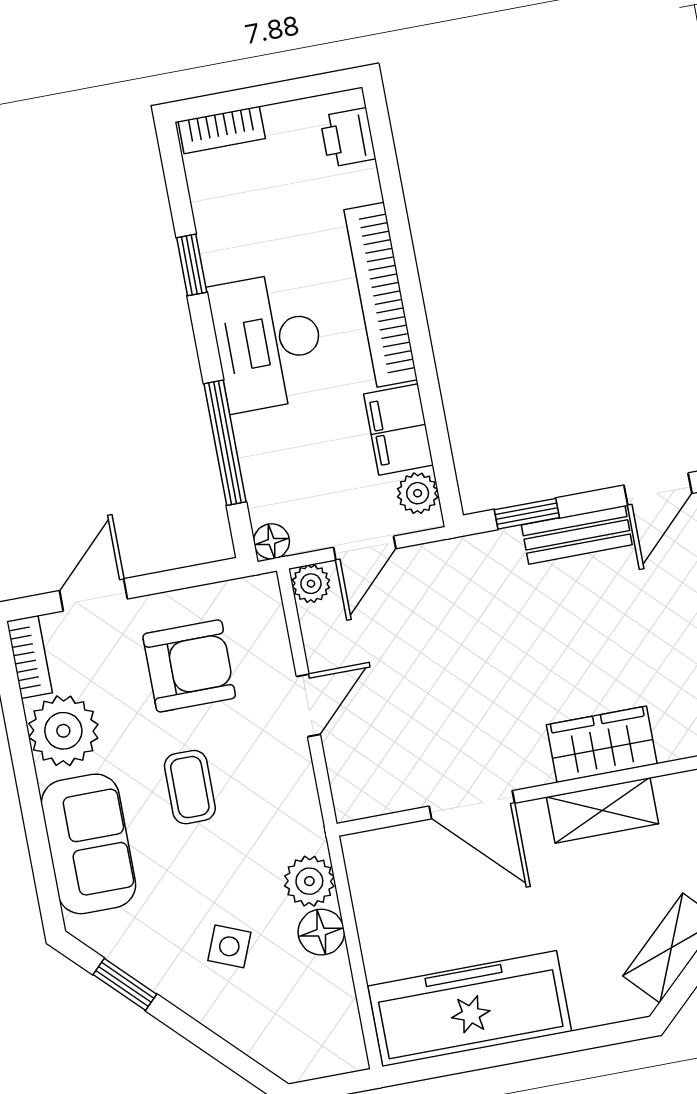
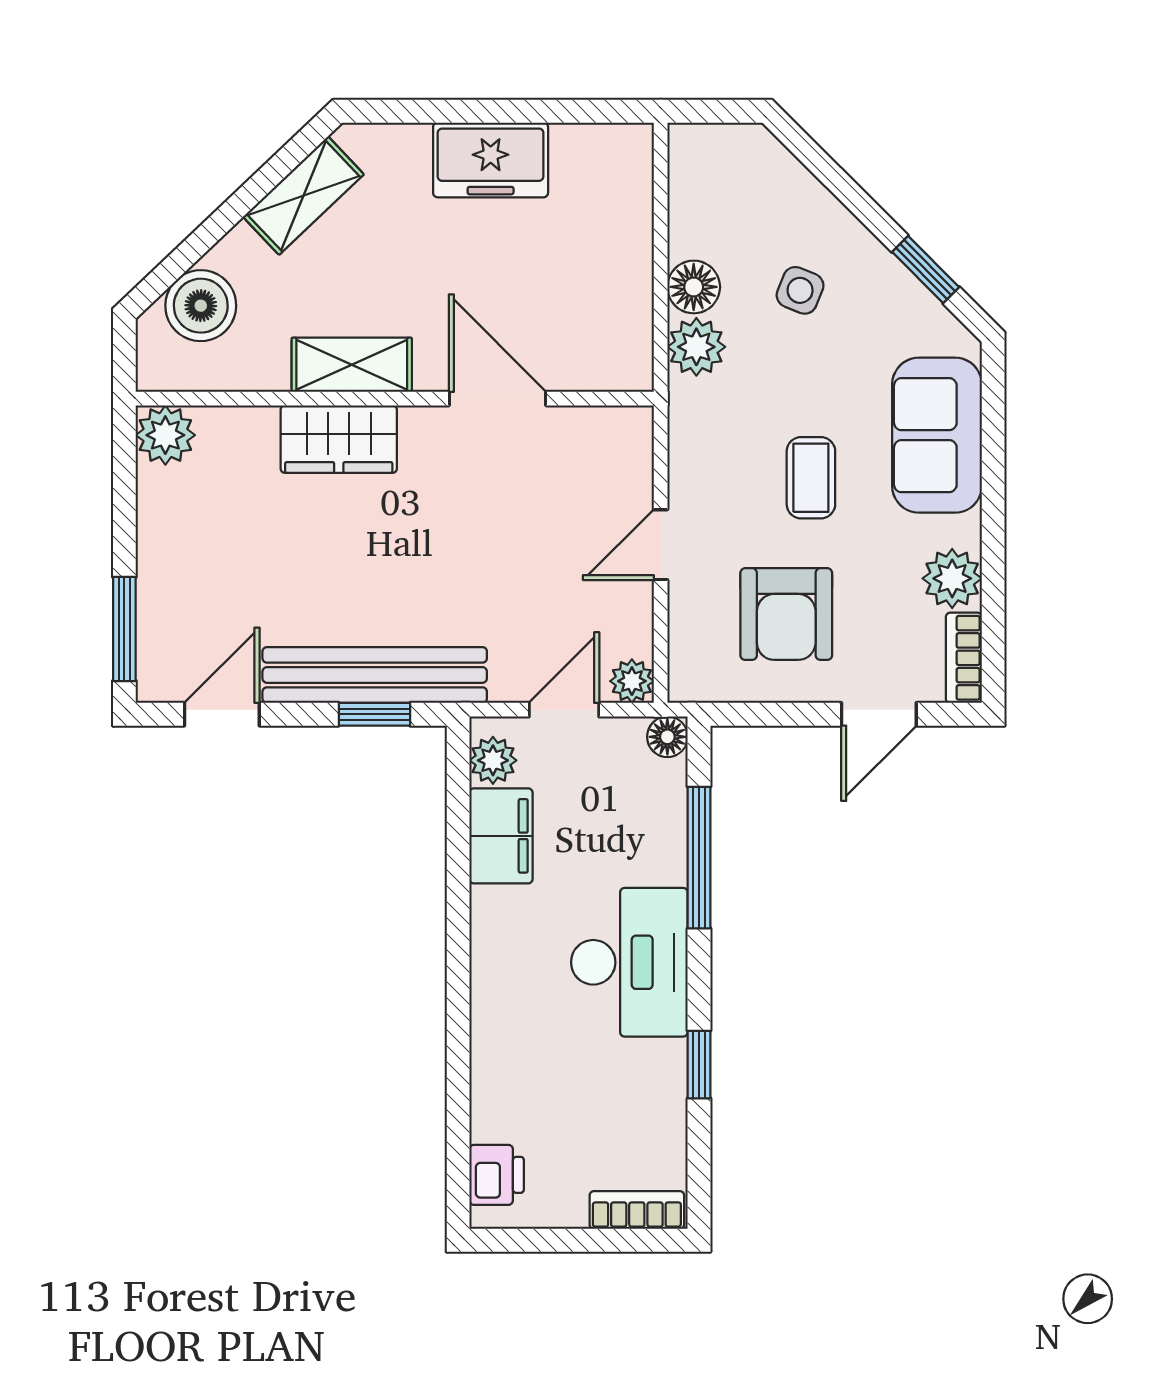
bookcase: (381, 295) -> (493, 991), removed
bench: (577, 535) -> (375, 675), width x1.86, depth x1.21
armchair: (189, 666) -> (786, 614), turned -90
plant: (63, 731) -> (952, 578), width x0.73, depth x0.73
freezer: (470, 1009) -> (491, 160), width x0.52, depth x0.79

